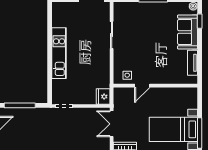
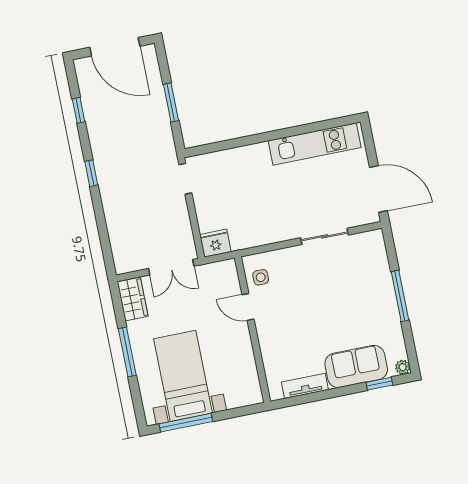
kitchen unit: (59, 53) -> (315, 144), moved
window: (20, 105) -> (171, 102), width x0.69
double door: (112, 124) -> (171, 267), swing flipped

